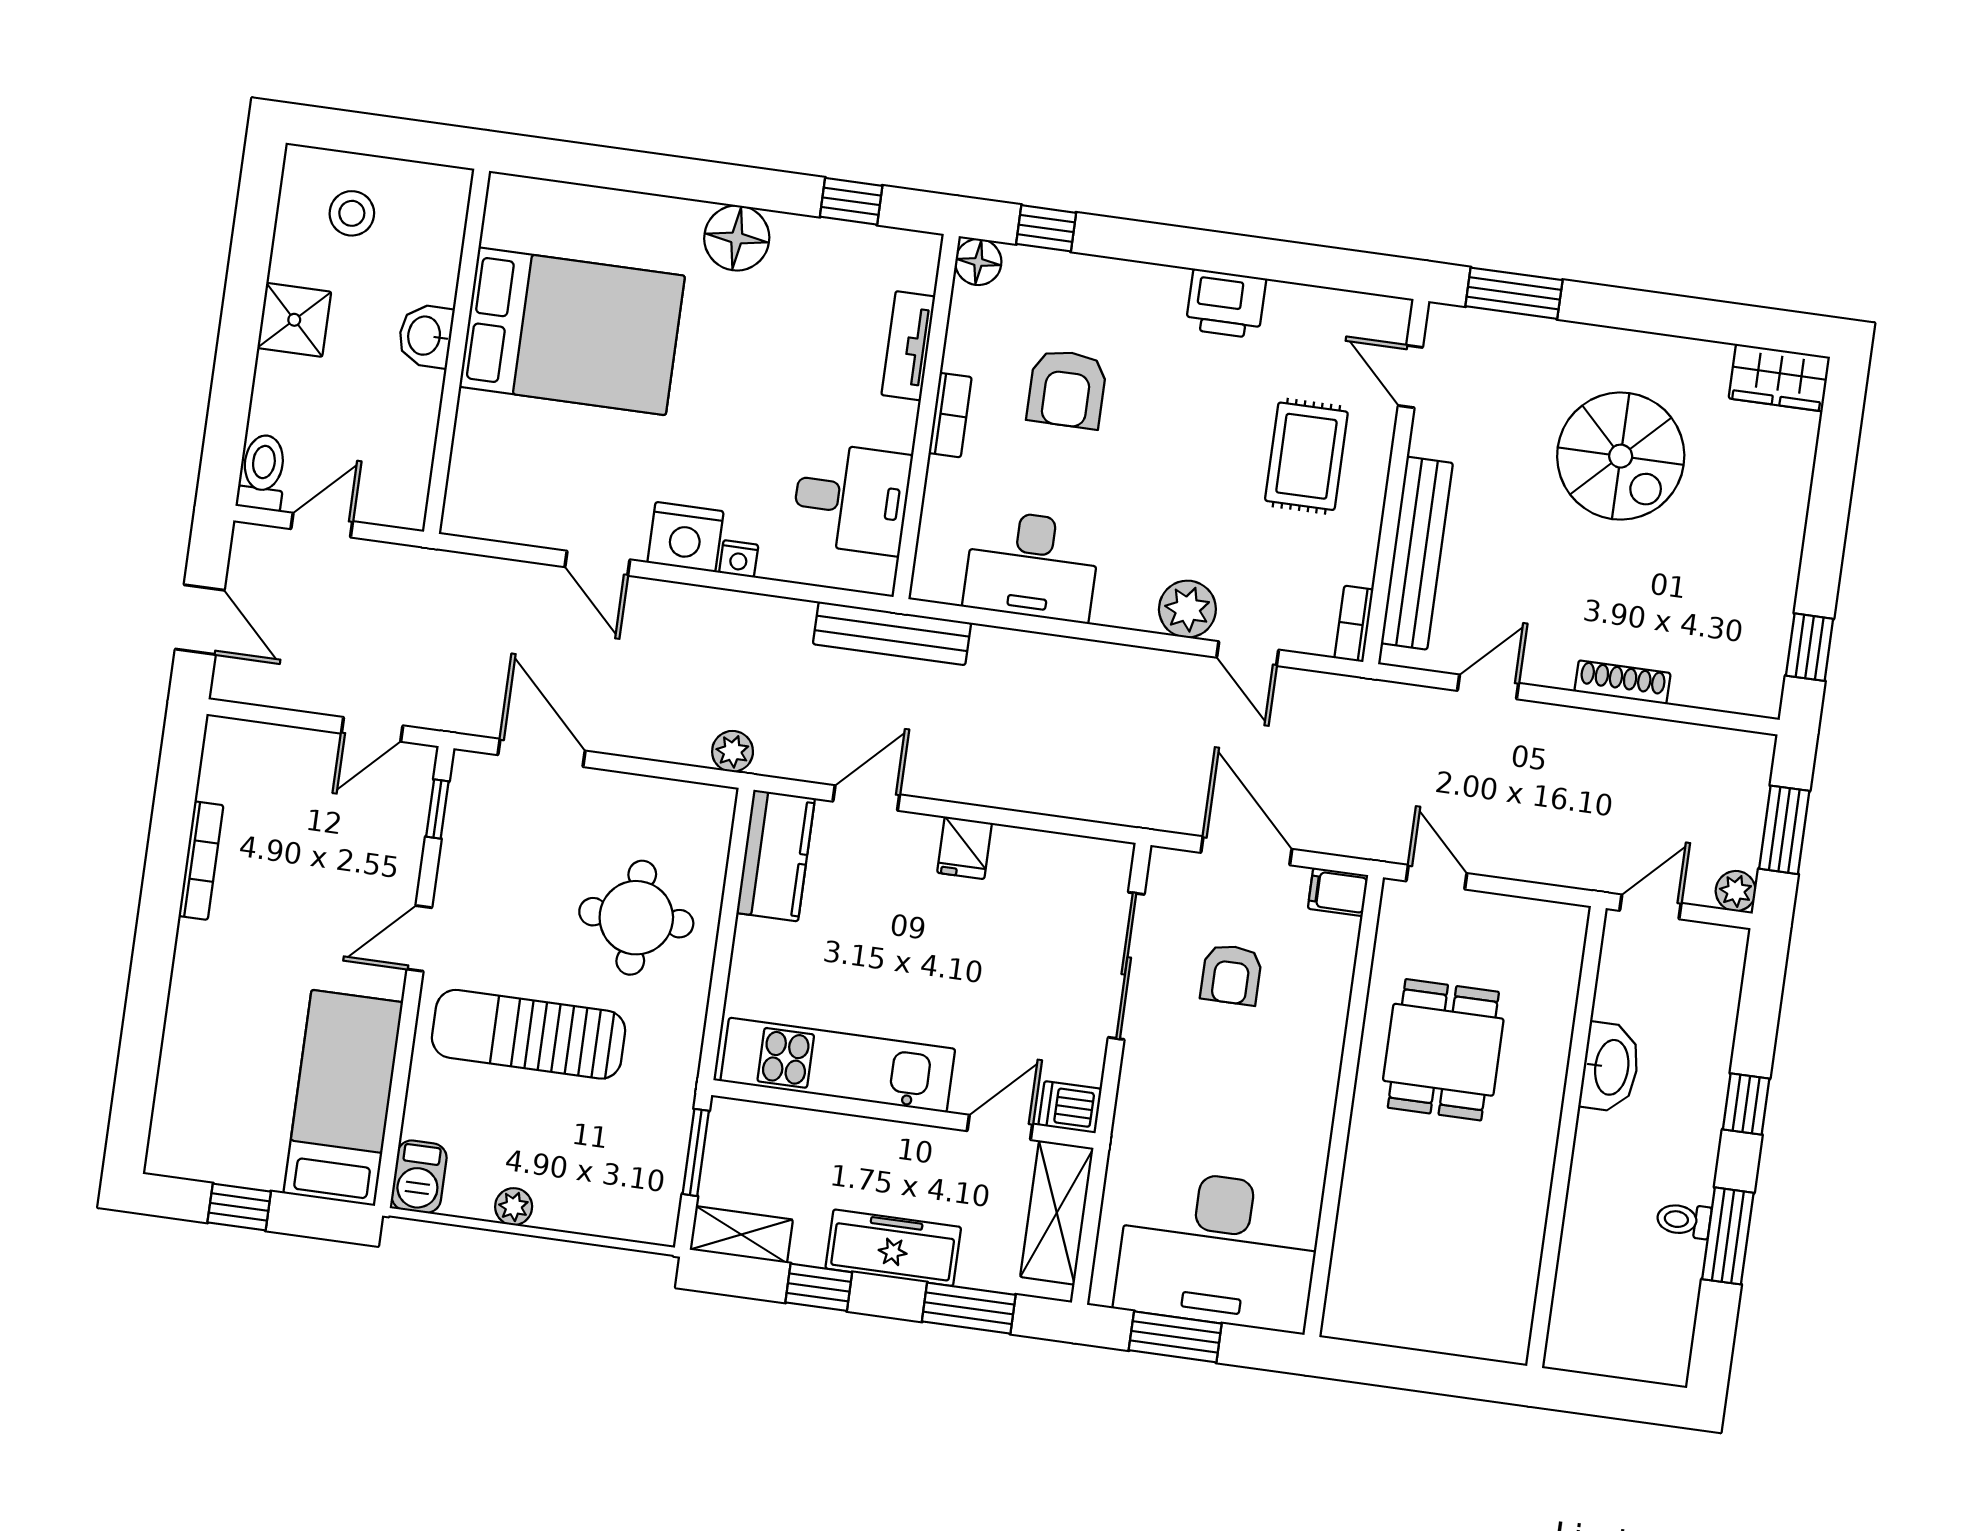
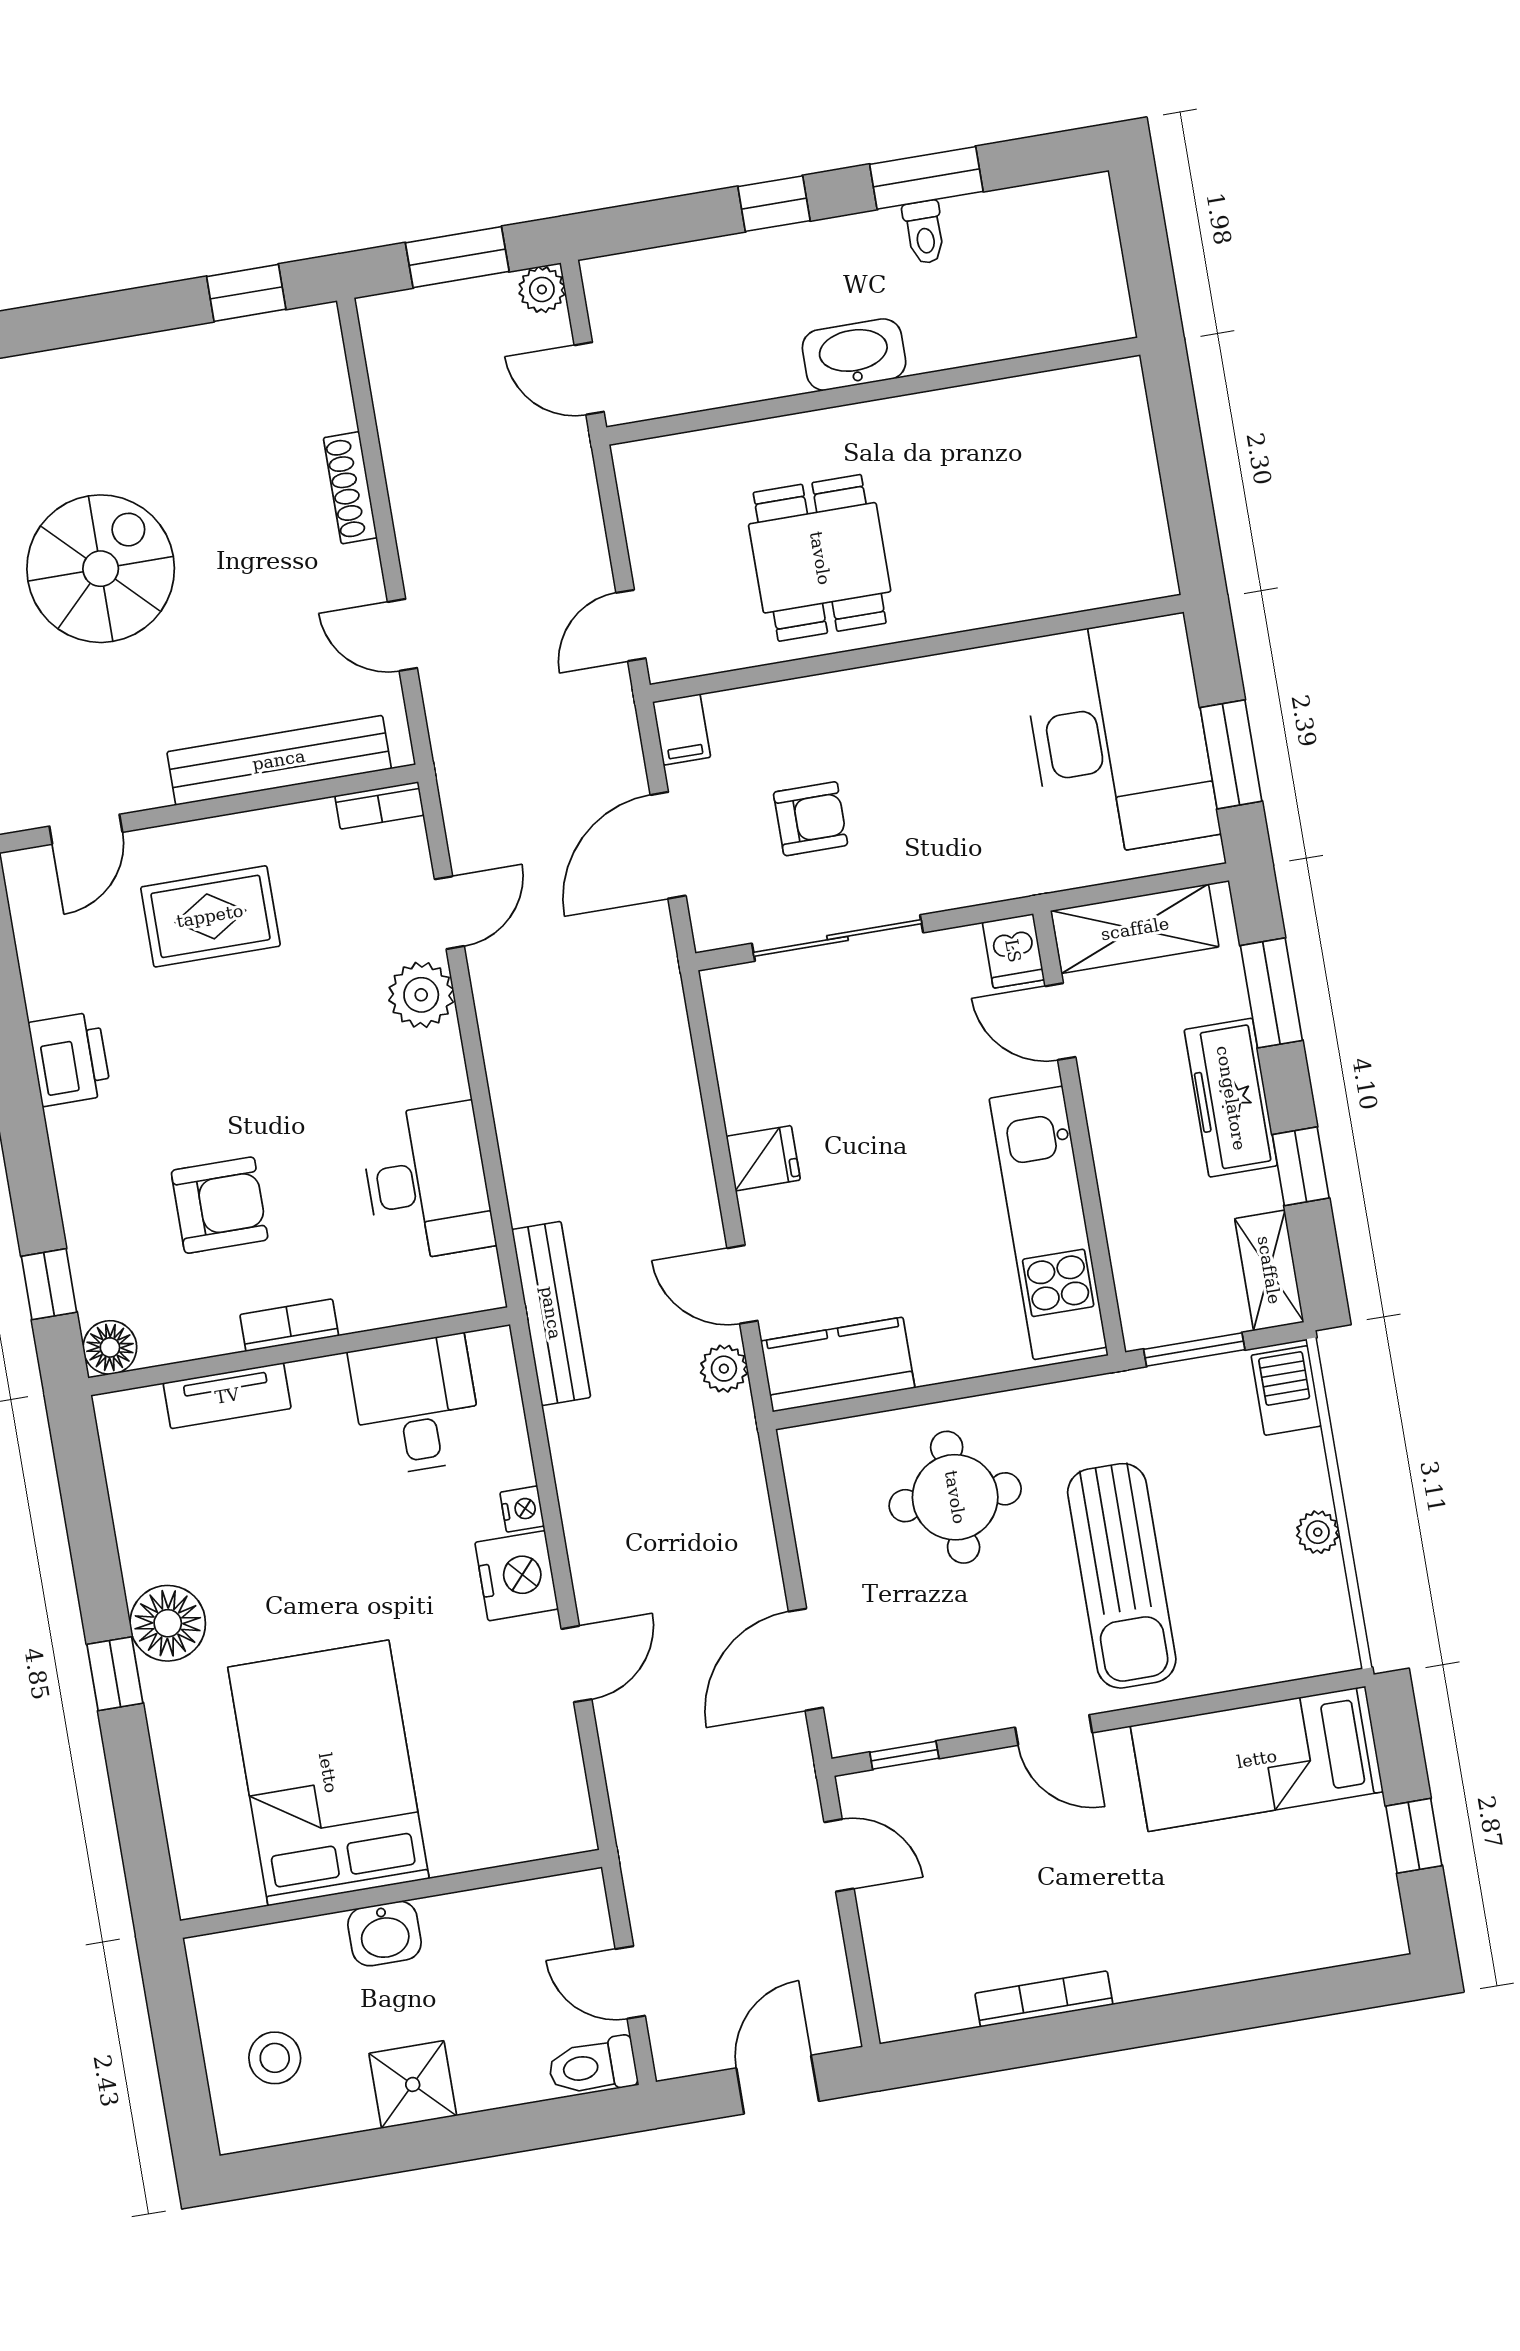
window: (851, 201) -> (115, 1674), moved
plant: (733, 751) -> (724, 1369), moved
dining table: (1443, 1050) -> (820, 558), turned 90
washbasin: (1610, 1067) -> (854, 355), moved
barbecue: (419, 1177) -> (1286, 1391), moved, turned -90

